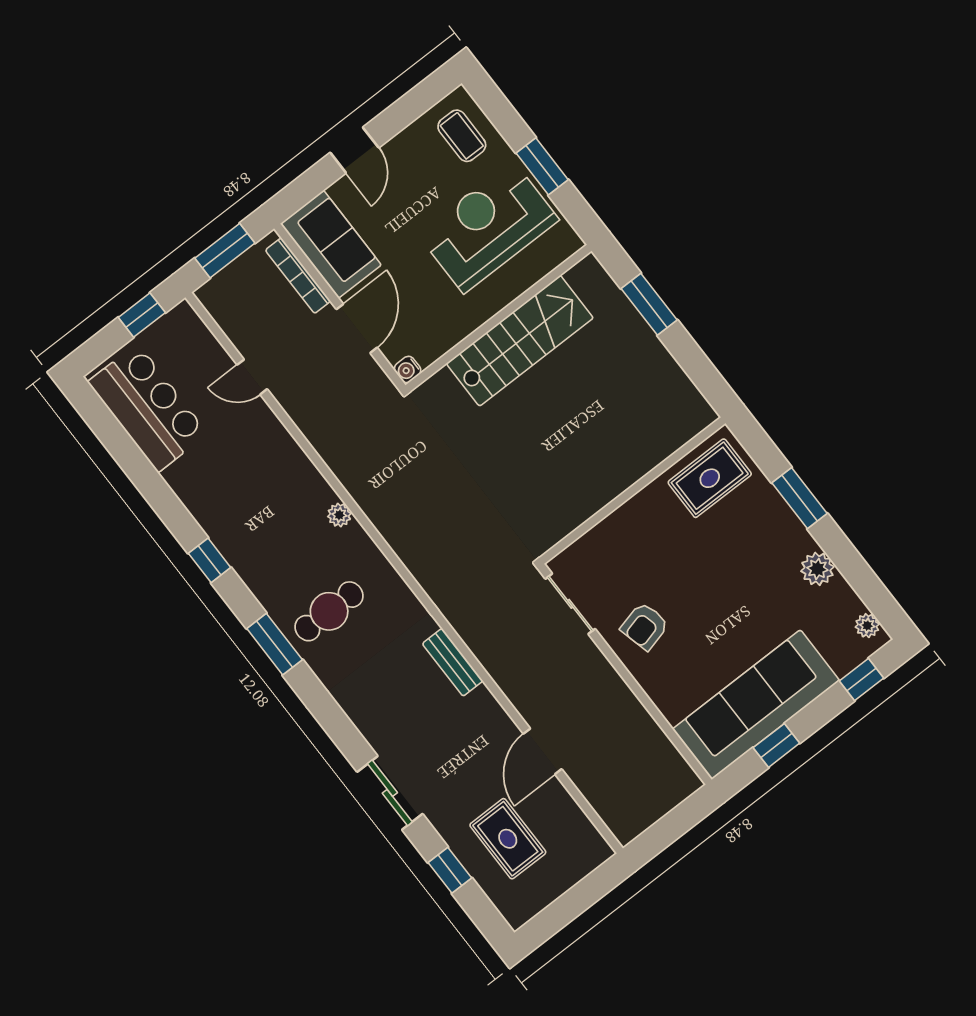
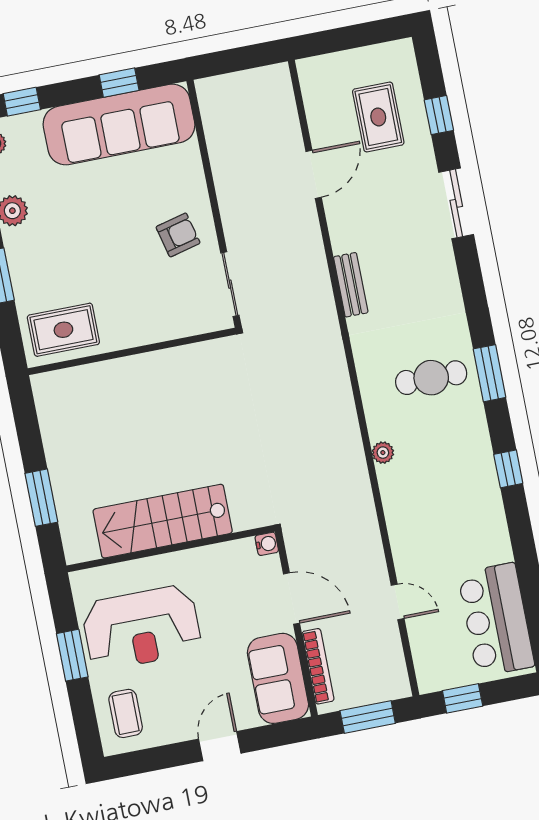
door: (357, 328) -> (292, 599), swing flipped

